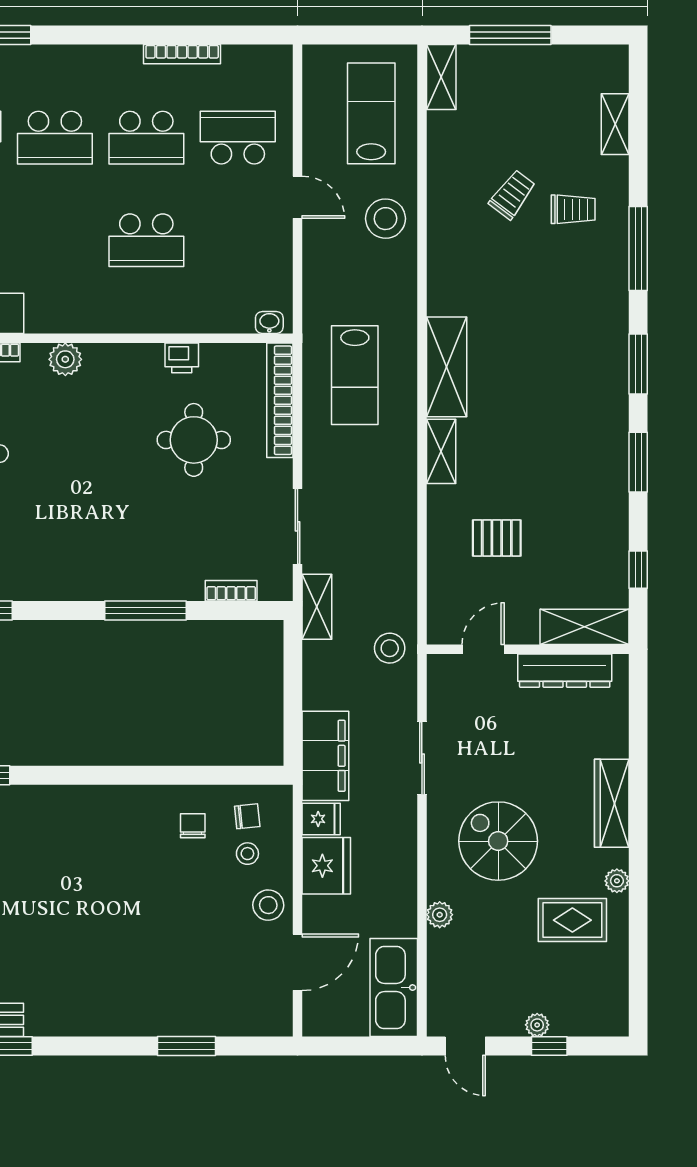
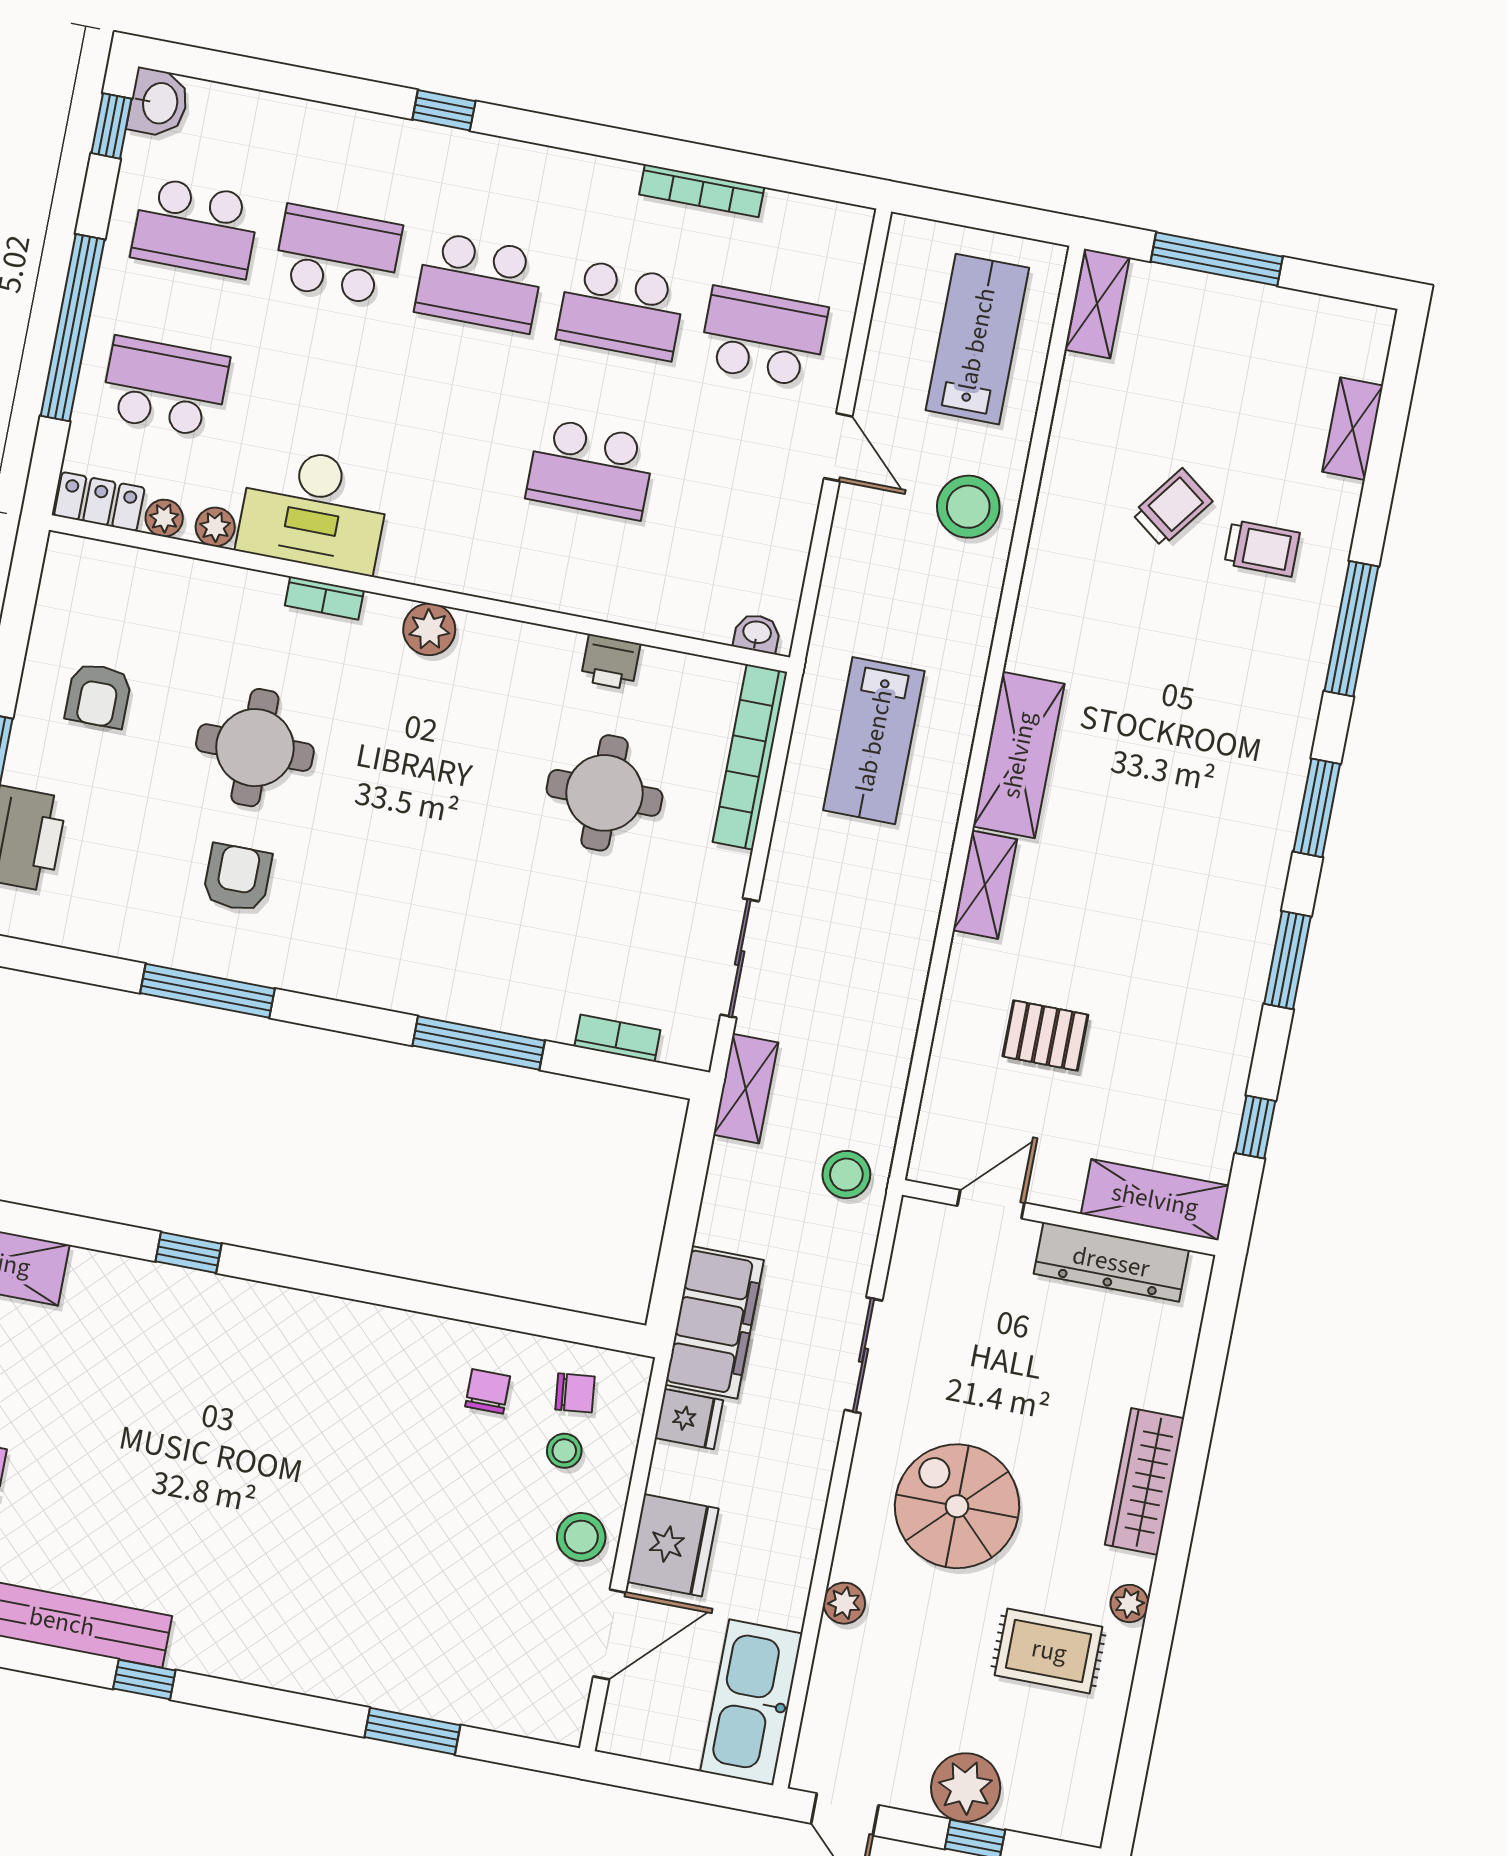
fridge: (326, 866) -> (673, 1545), moved
plant: (537, 1025) -> (966, 1788), width x1.88, depth x1.88

